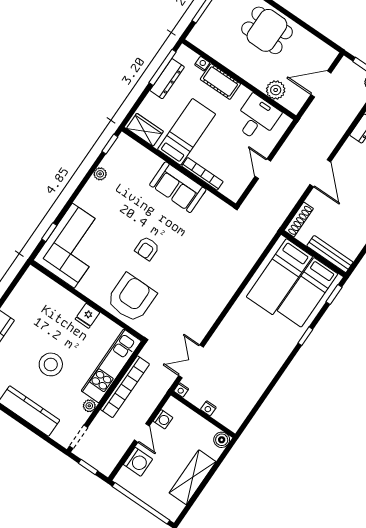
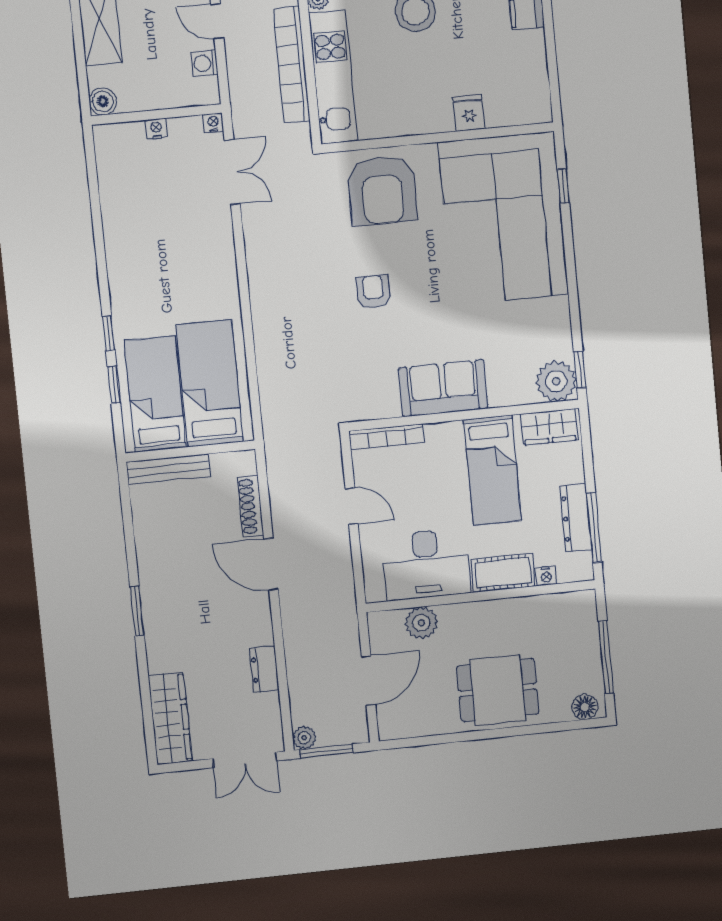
desk: (257, 118) -> (426, 564), width x1.37
plant: (100, 174) -> (556, 381), moved, width x1.87, depth x1.87
bookcase: (202, 174) -> (387, 437), moved
shoe rack: (299, 219) -> (251, 506), moved
corner sofa: (73, 246) -> (504, 218), width x1.36, depth x1.36
armchair: (147, 248) -> (373, 292), moved
window: (334, 295) -> (114, 385), moved
fridge: (87, 316) -> (469, 113), moved

